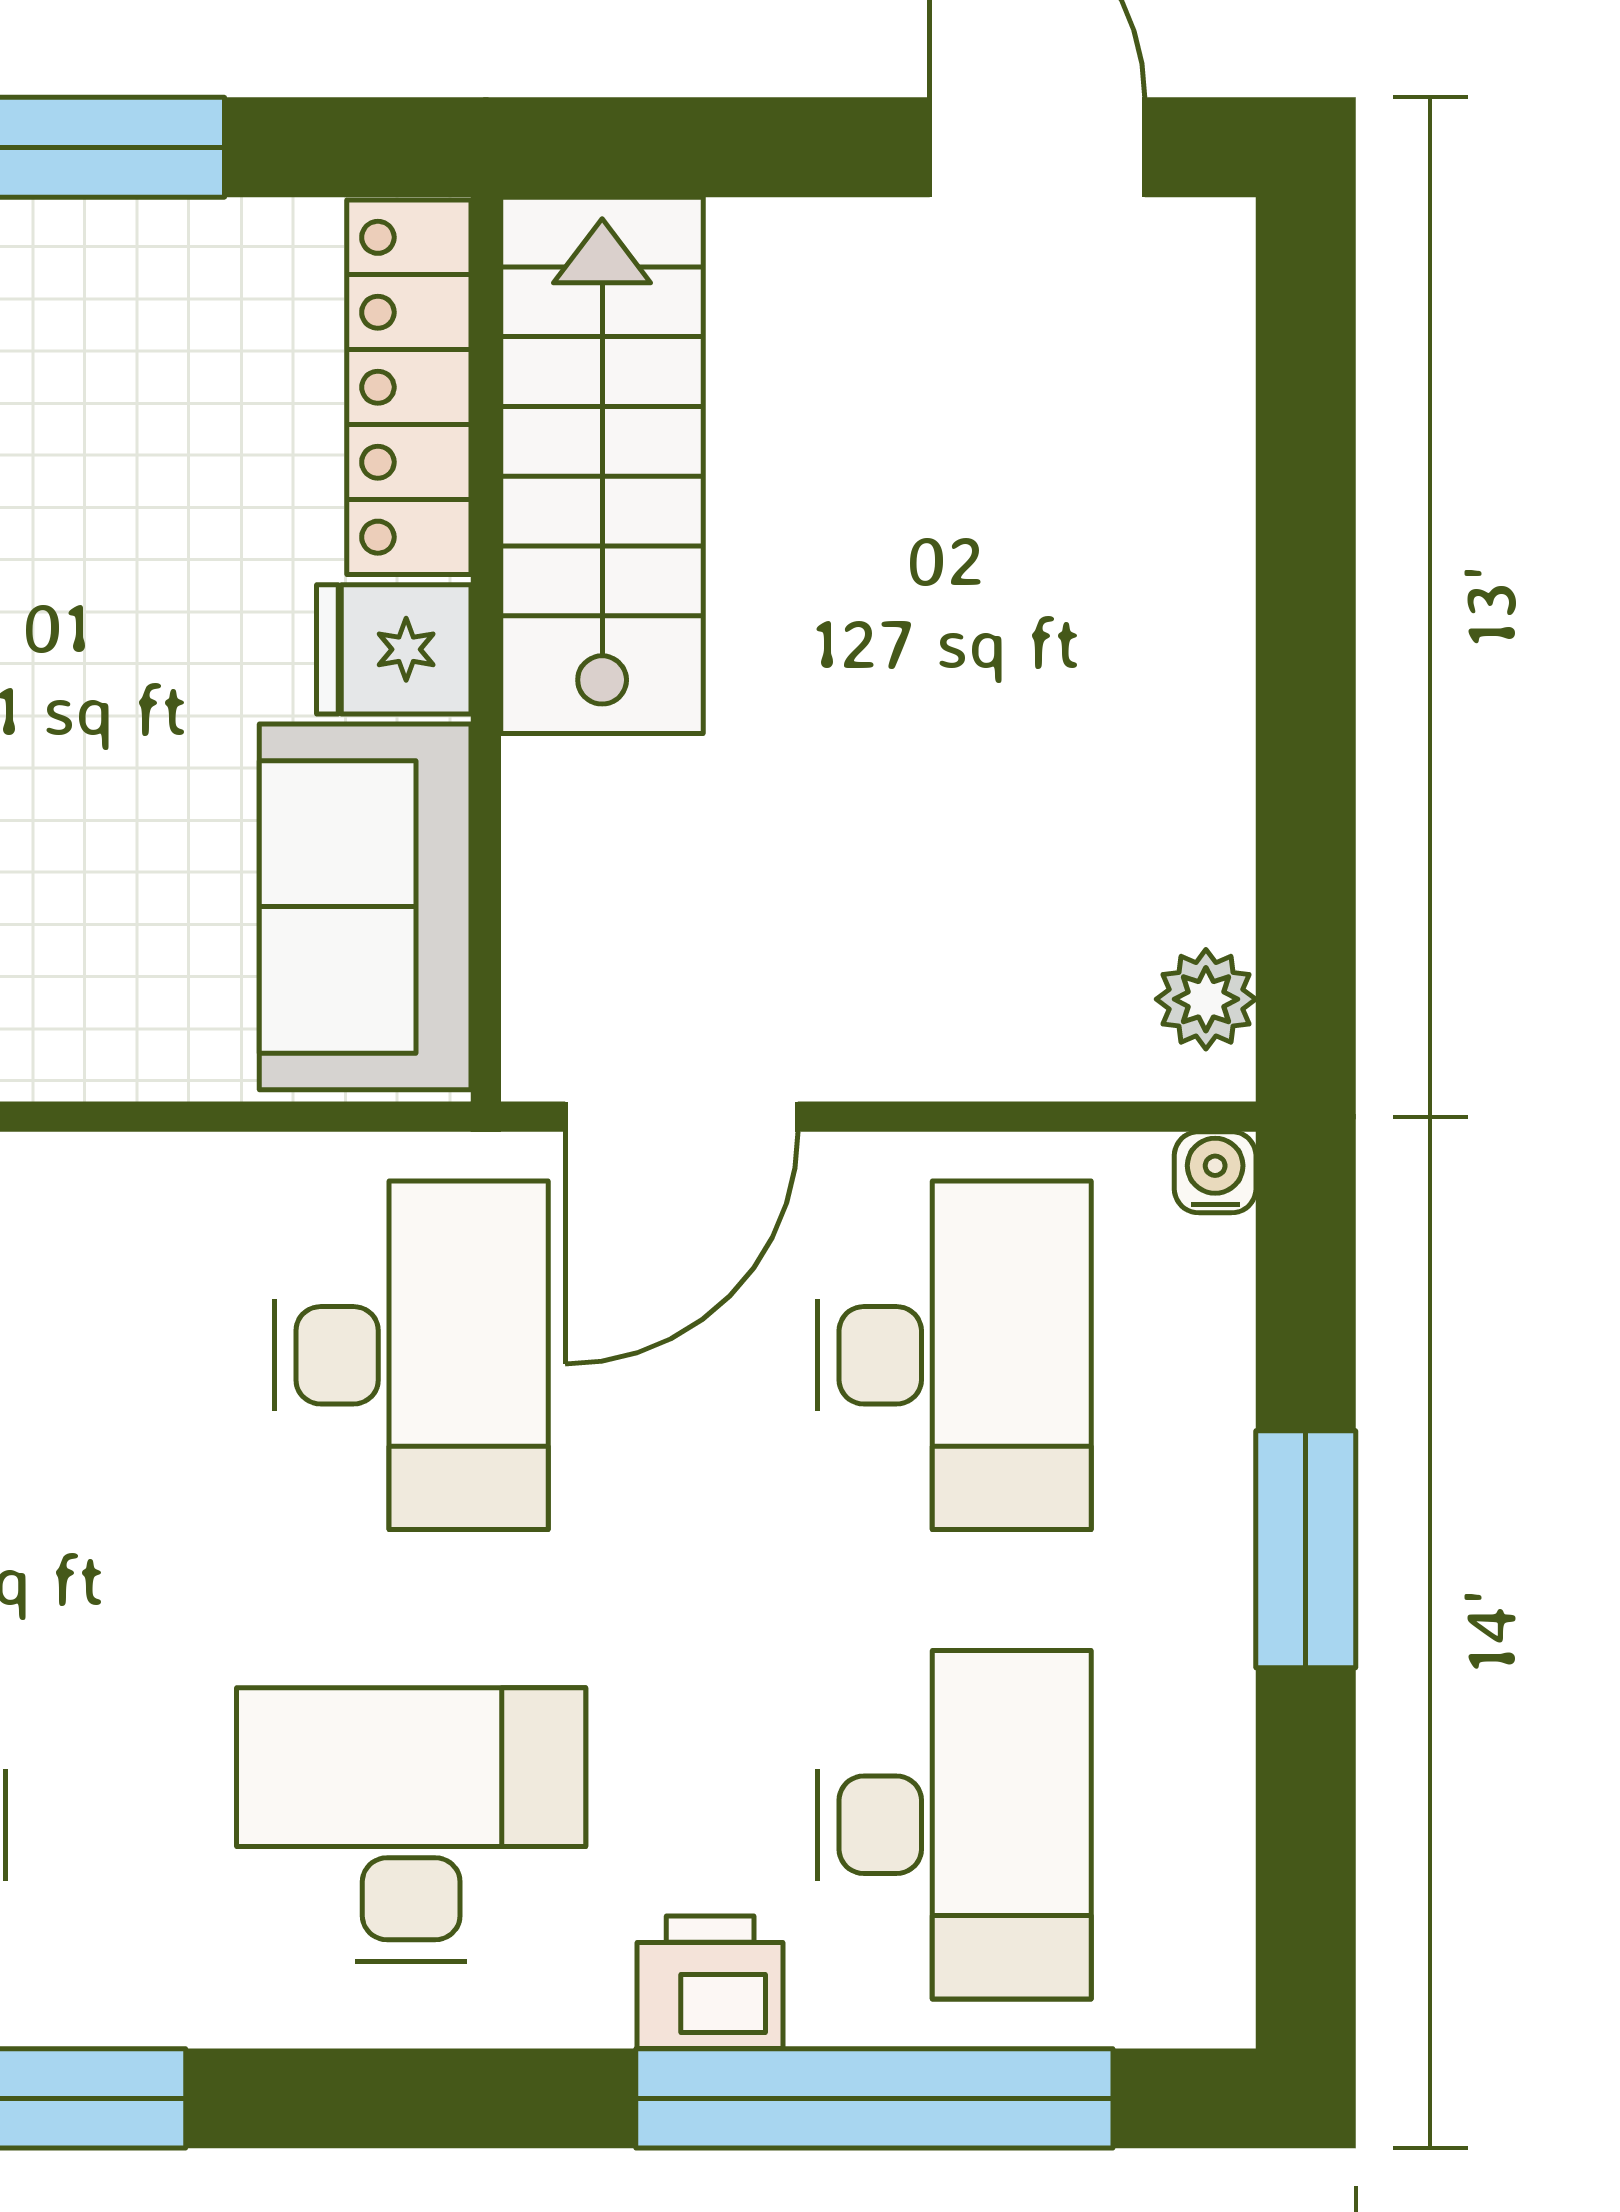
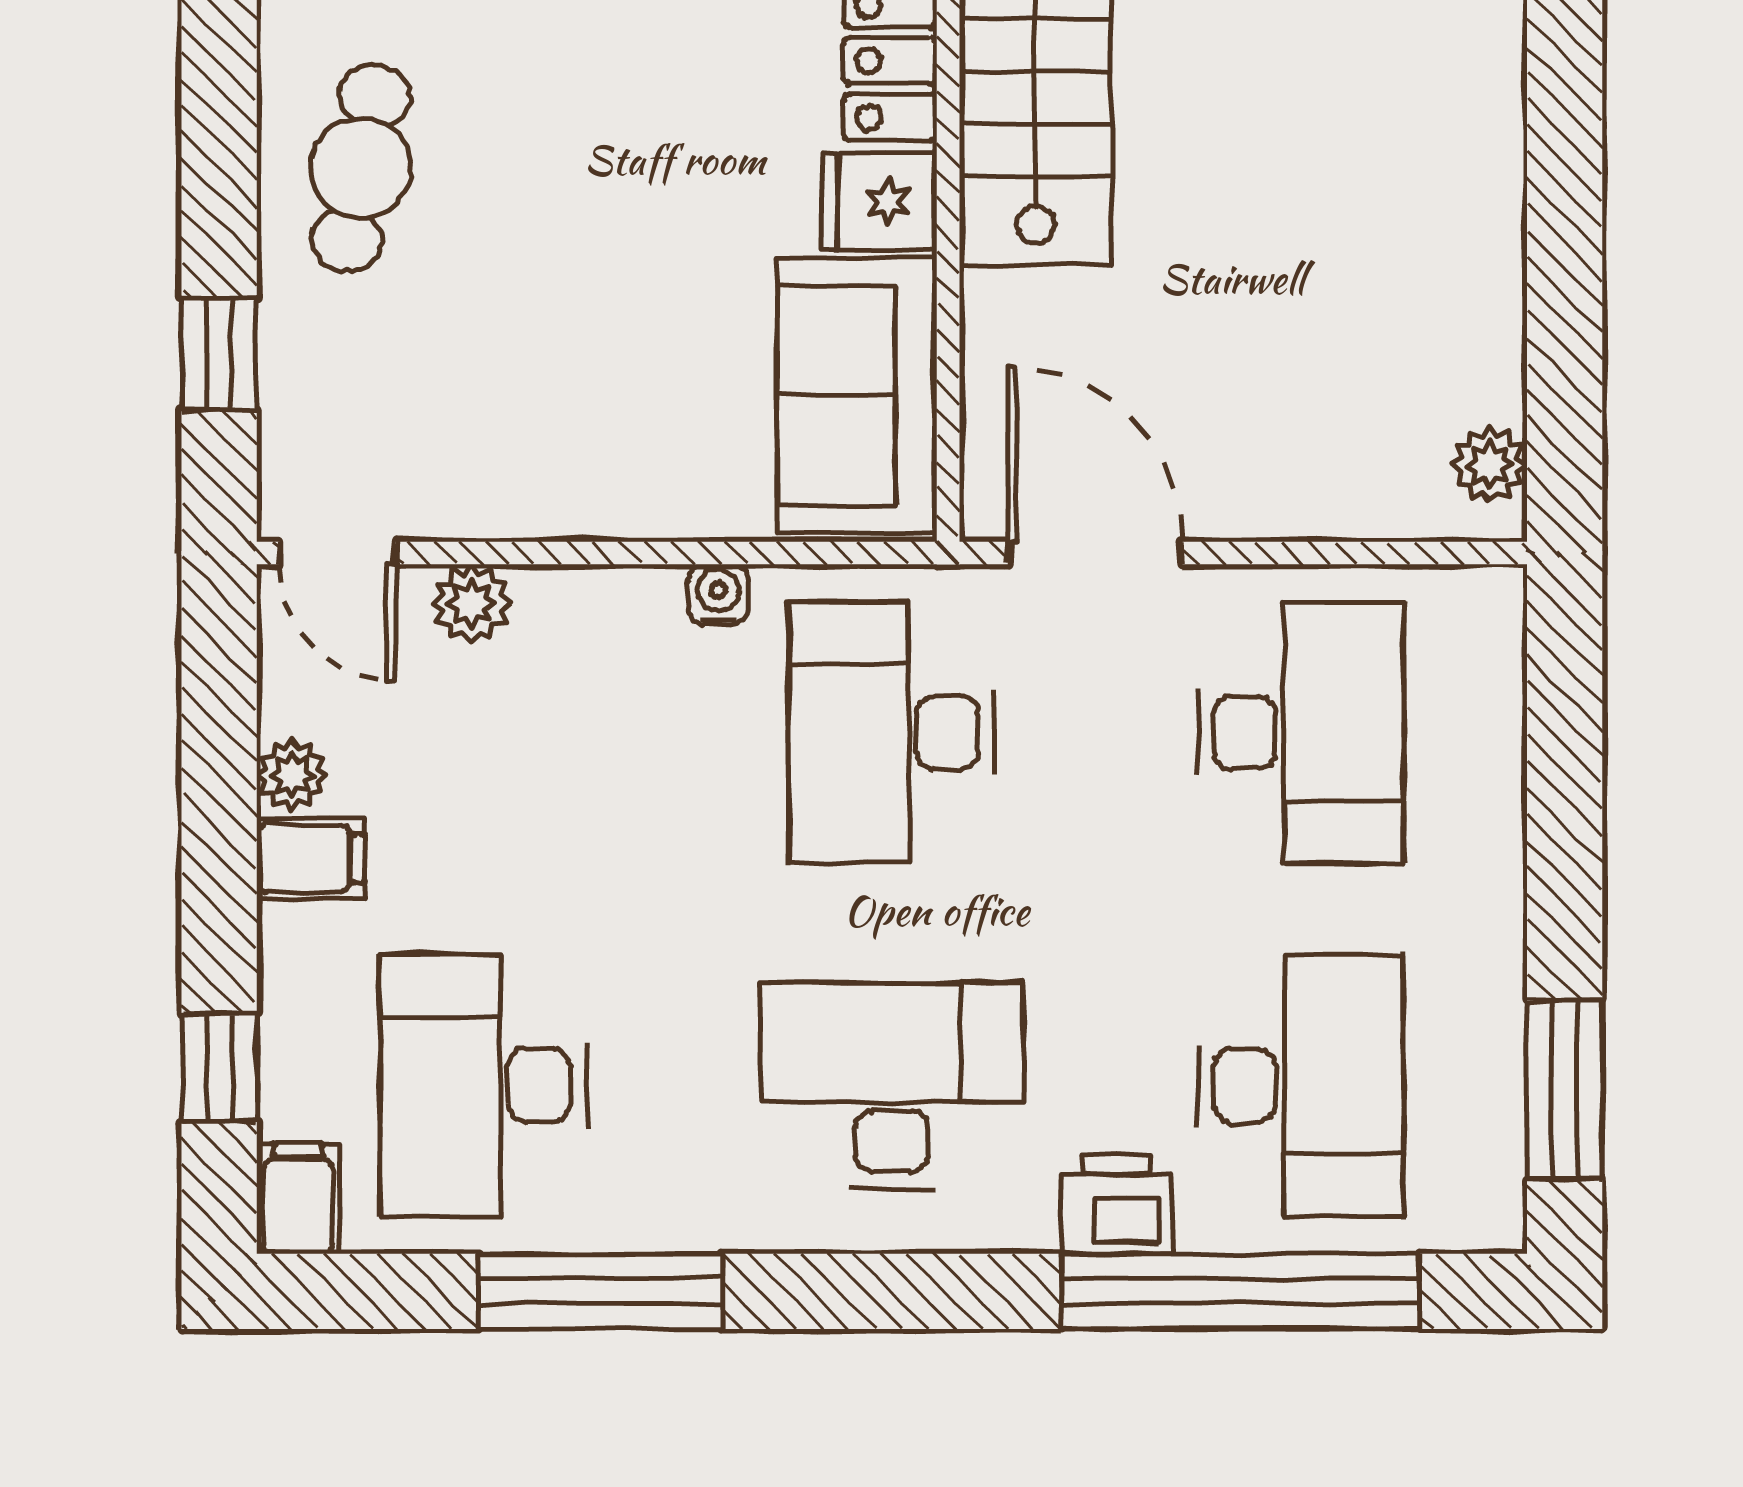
door: (681, 1117) -> (1095, 553), swing flipped
water cooler: (1215, 1172) -> (718, 595), moved
desk: (411, 1355) -> (892, 733), turned 180
window: (1306, 1549) -> (1565, 1090), moved

